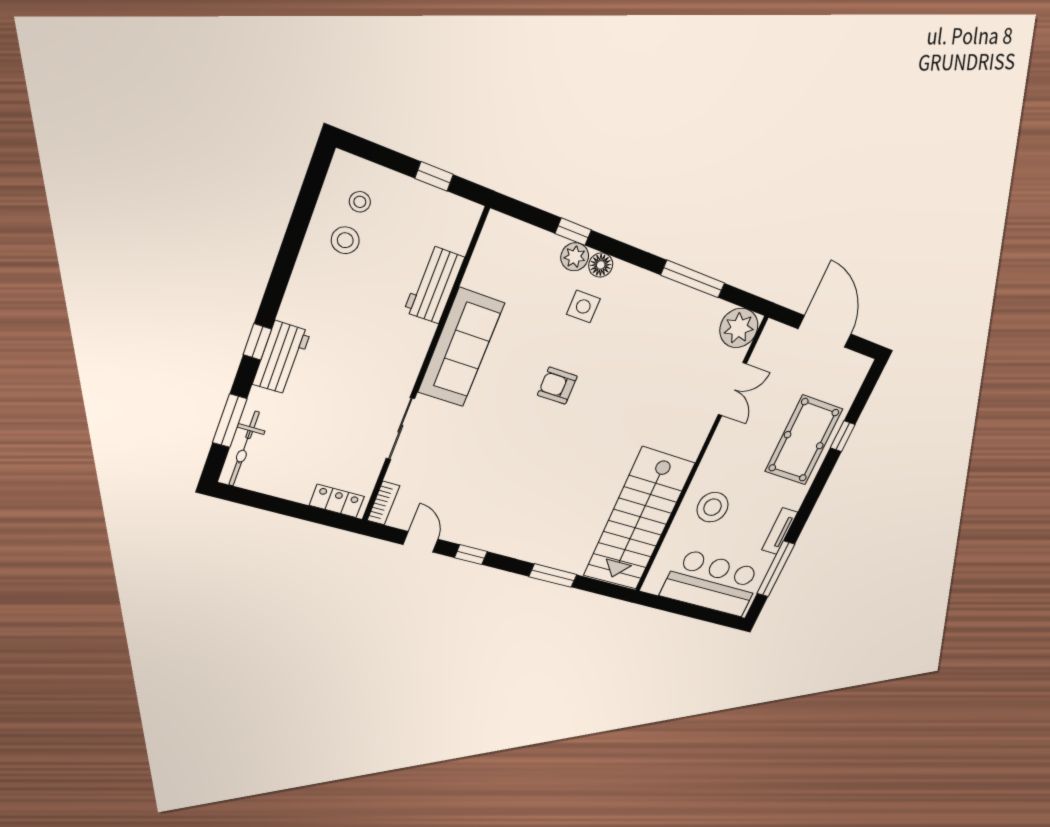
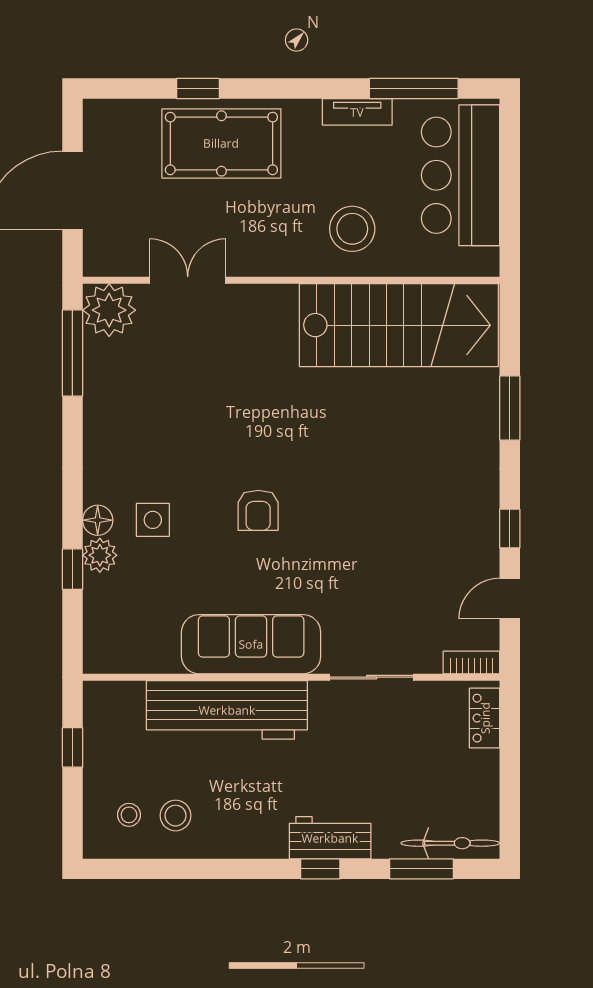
window: (693, 279) -> (72, 353), moved
workbench: (434, 285) -> (227, 710), width x1.88, depth x1.32

